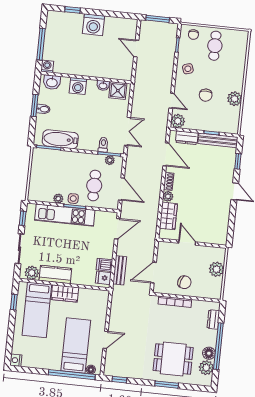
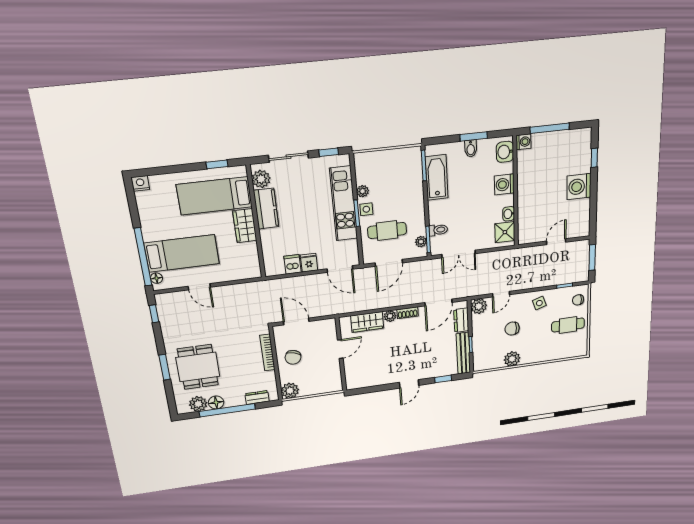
plant: (216, 269) -> (290, 391), moved
bench: (120, 270) -> (290, 283), removed
fridge: (103, 278) -> (309, 263), moved

